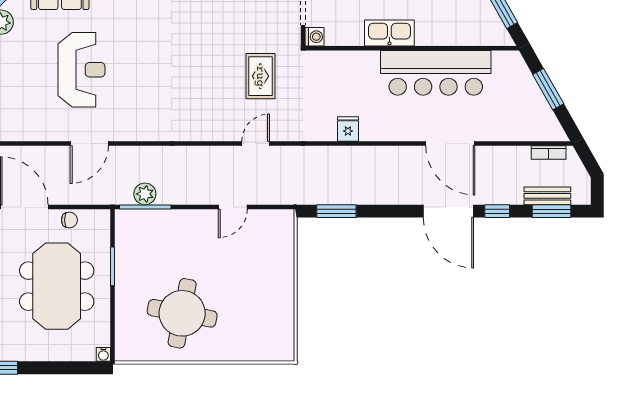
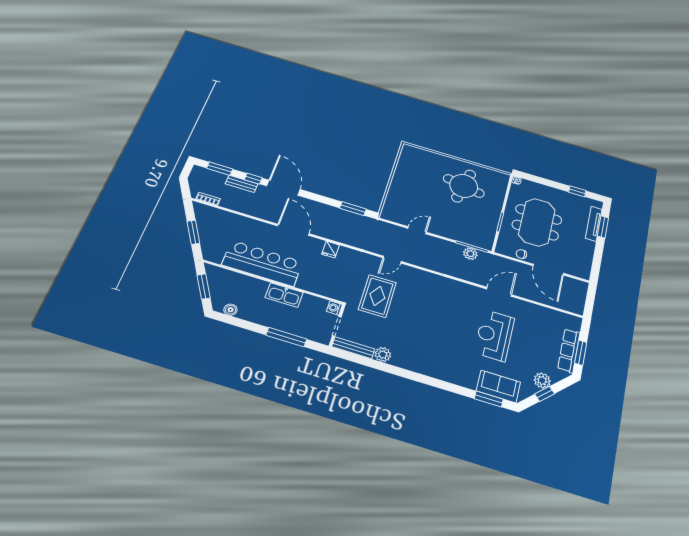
rug: (260, 76) -> (377, 296), width x1.36, depth x1.43
door: (450, 143) -> (293, 230), moved
bench: (547, 196) -> (242, 184), moved

